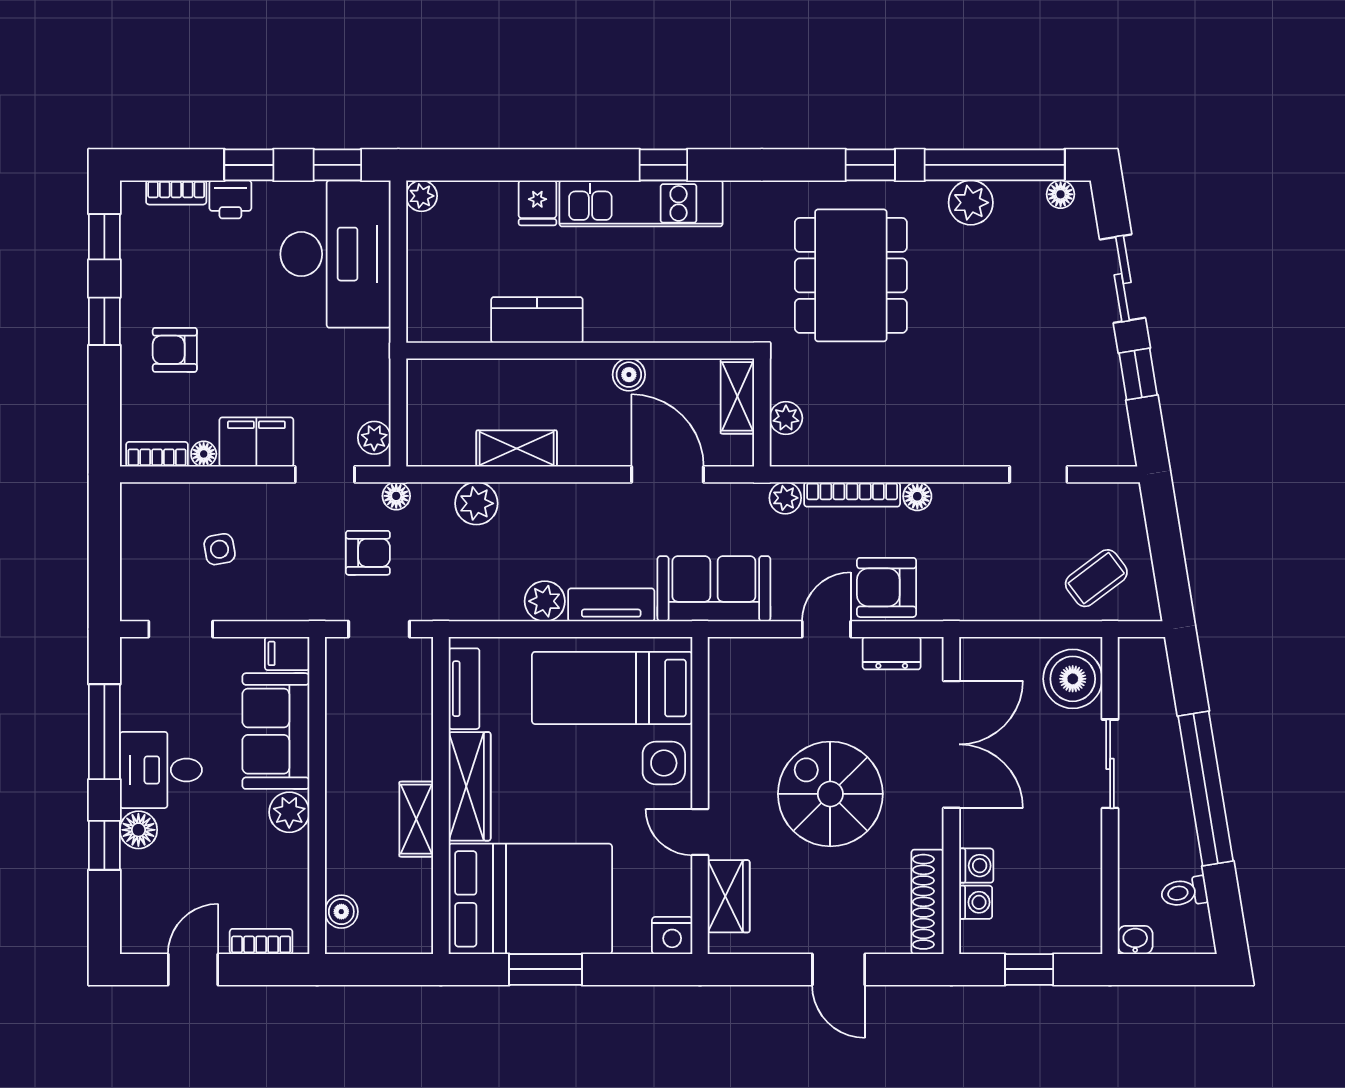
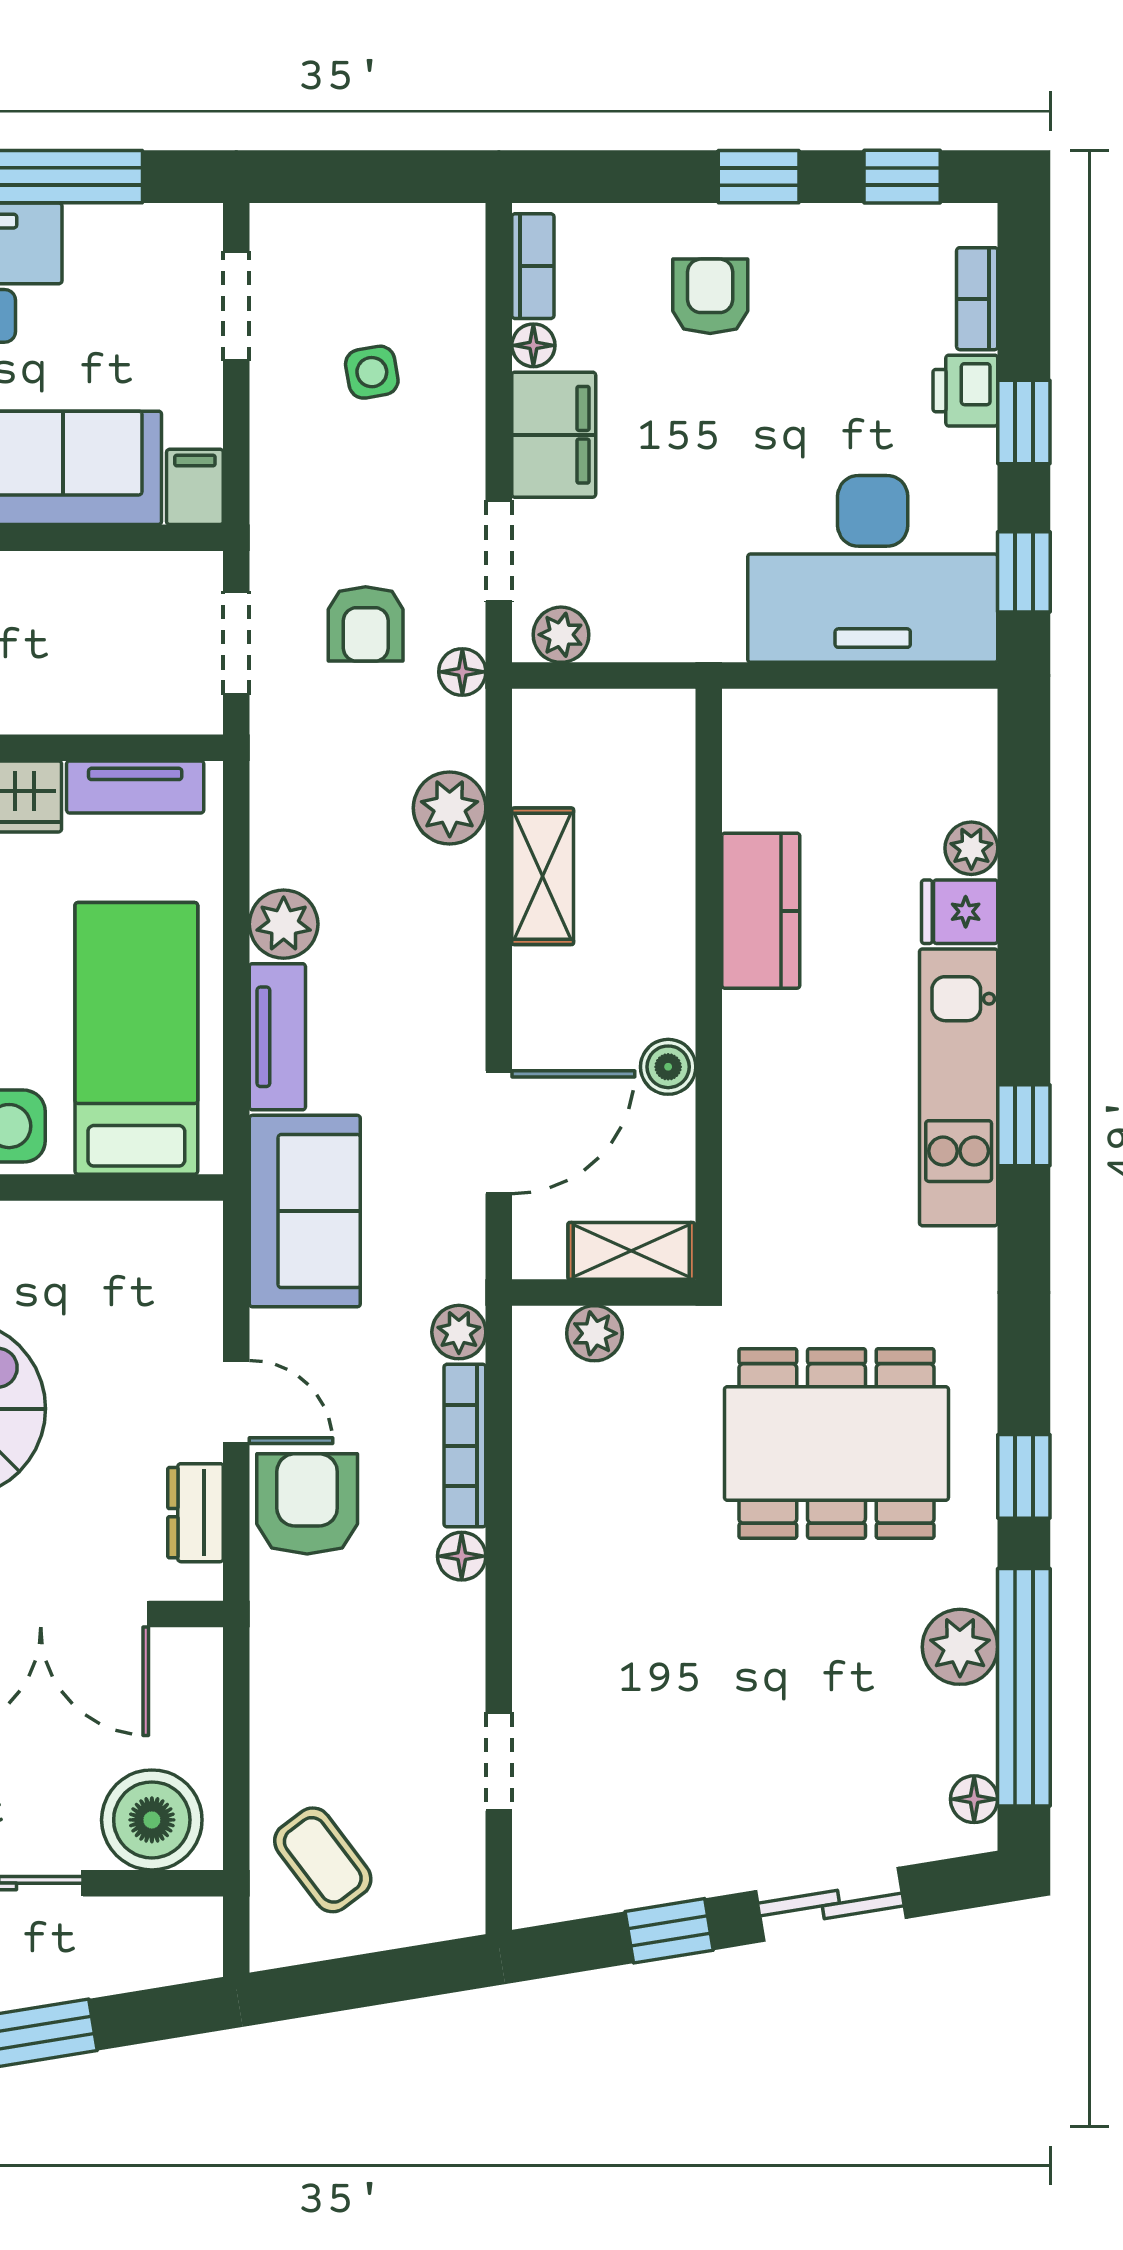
plant: (422, 196) -> (971, 848), moved

